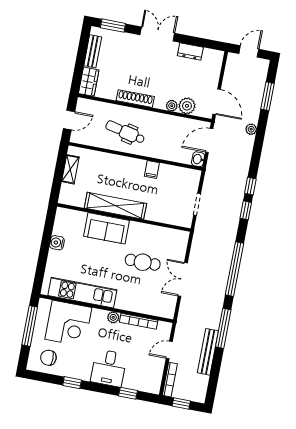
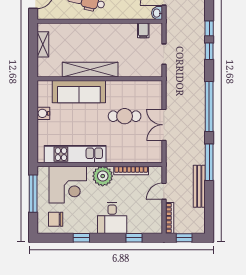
filing cabinet: (152, 169) -> (143, 30), moved
sofa: (106, 228) -> (79, 92), width x1.36
plant: (113, 317) -> (103, 176), width x1.87, depth x1.87

